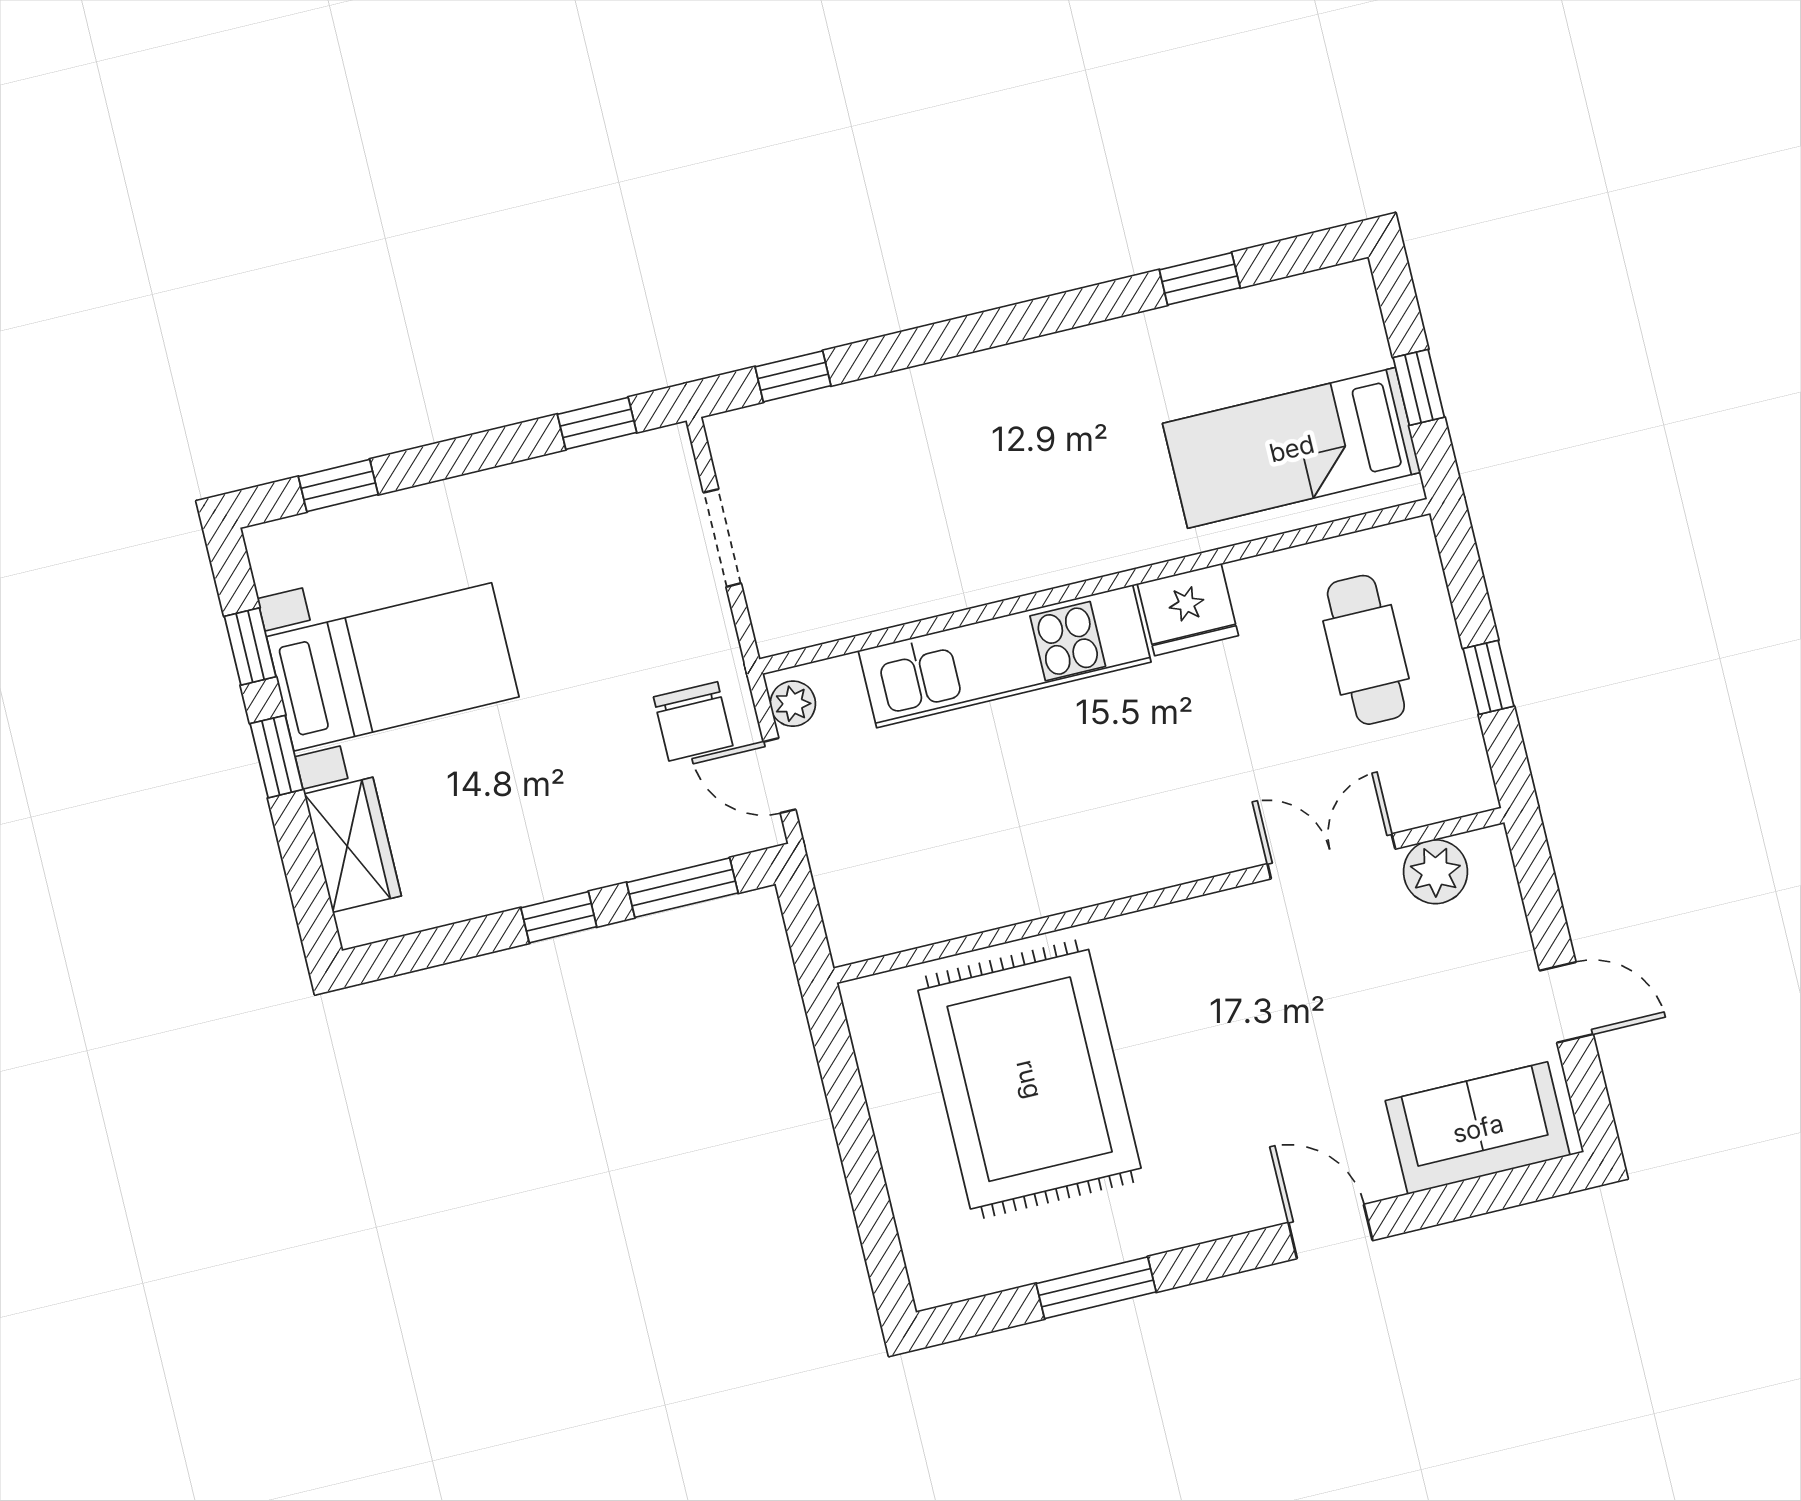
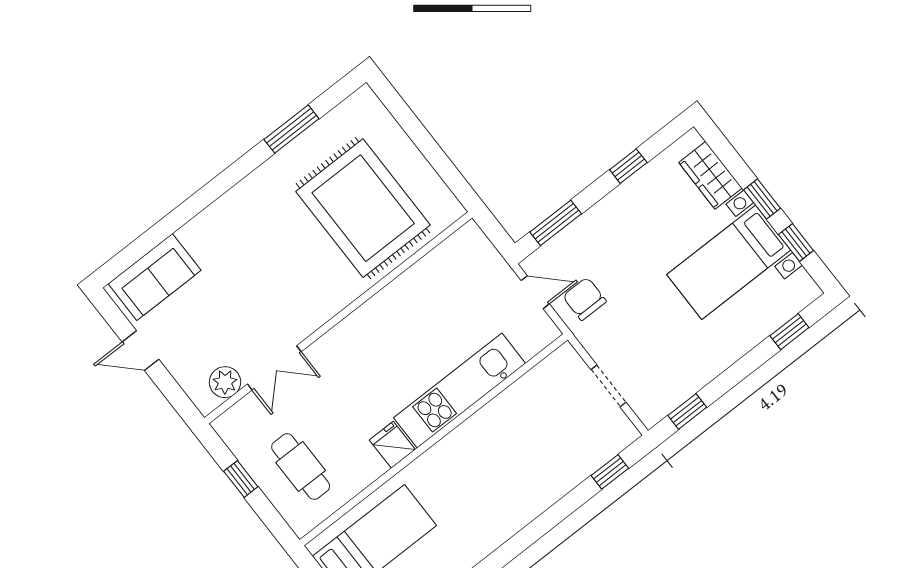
fridge: (1188, 610) -> (392, 445), width x0.72
plant: (793, 704) -> (544, 327), removed
window: (559, 917) -> (628, 166), moved
door: (1330, 1232) -> (199, 201), removed

